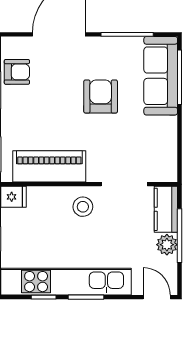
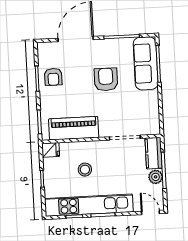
armchair: (17, 72) -> (53, 77), moved, turned 90
stool: (83, 207) -> (85, 170), moved

